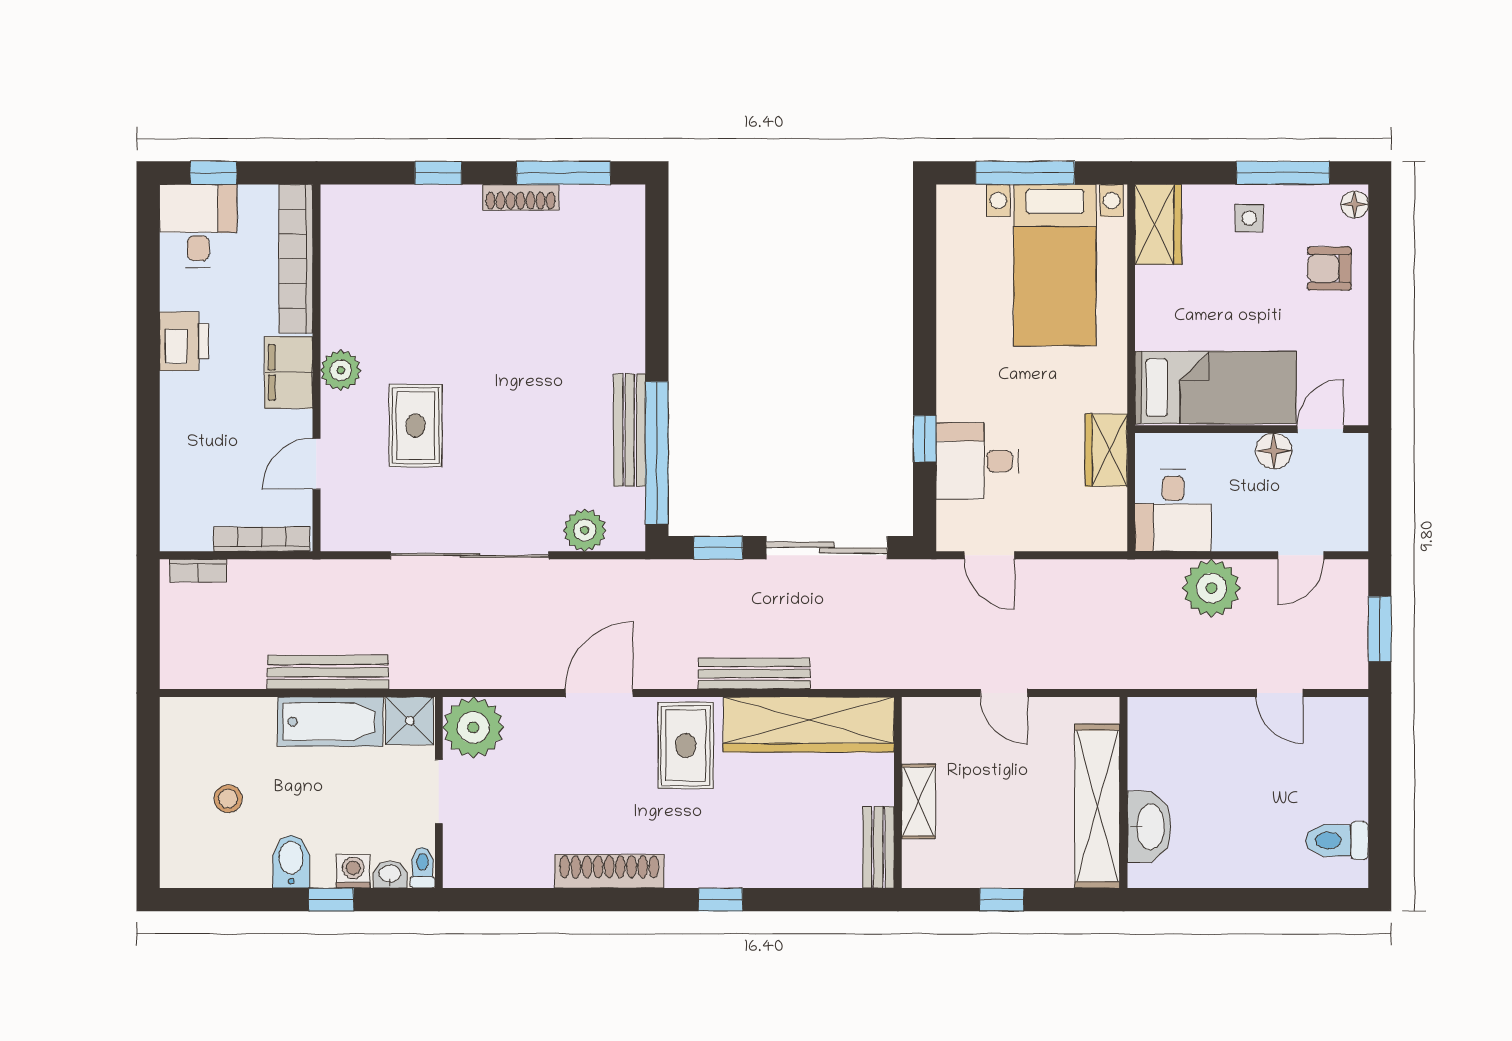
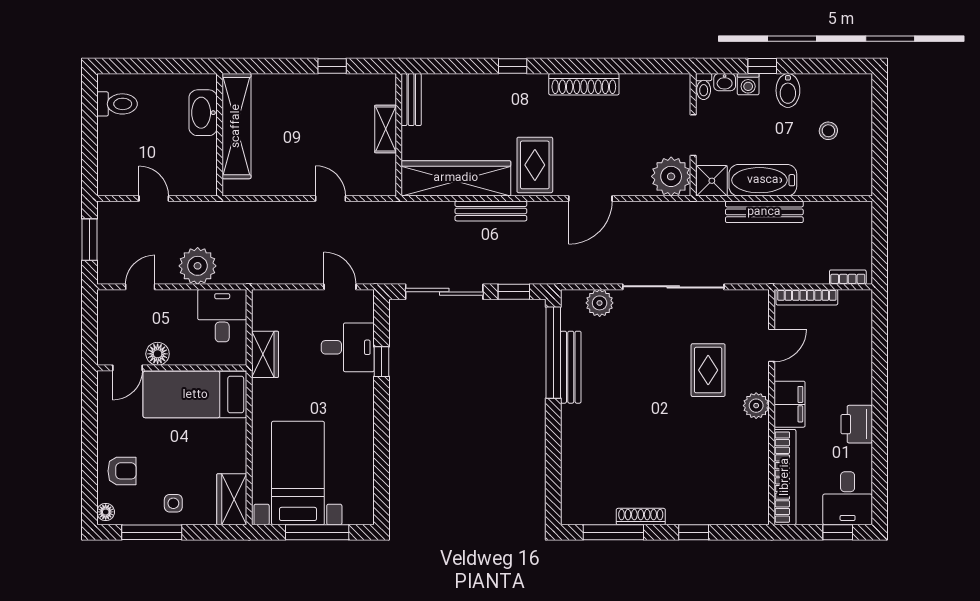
wall: (1123, 792) -> (220, 135), moved
shelving: (1097, 806) -> (236, 126), moved
washbasin: (1149, 827) -> (203, 113), moved

